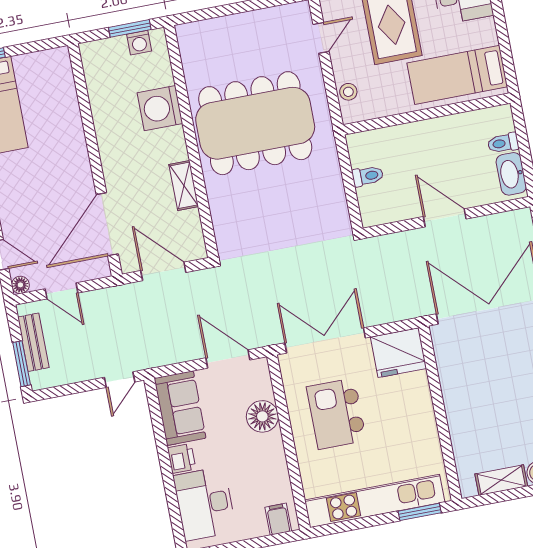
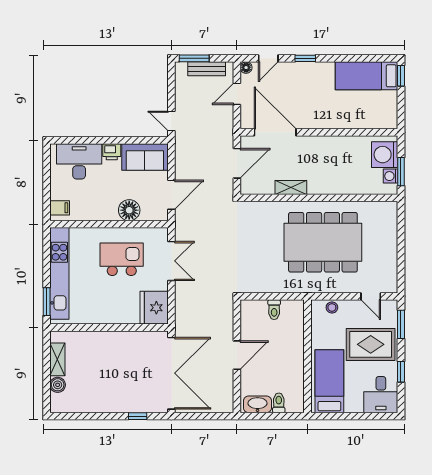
washing machine: (160, 108) -> (385, 155), moved, turned -90
dining table: (255, 123) -> (323, 242), turned 90
double door: (325, 340) -> (171, 261), width x0.73

